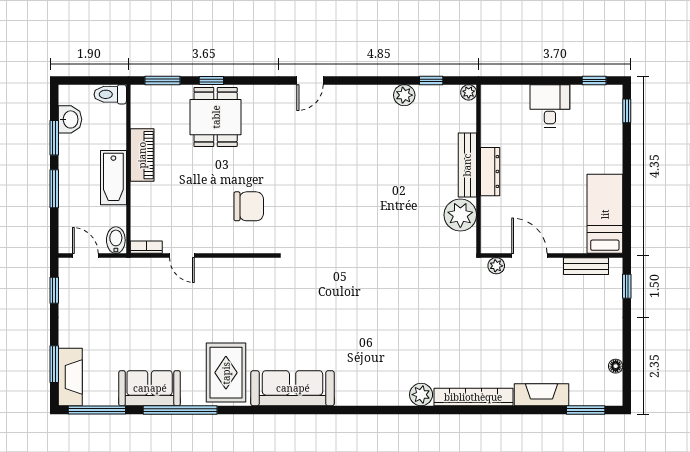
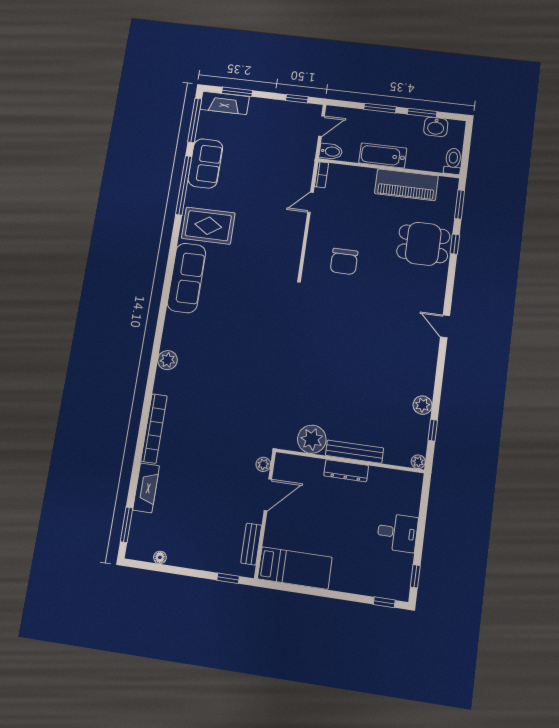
piano: (142, 155) -> (406, 185), width x1.37, depth x1.33
plant: (421, 395) -> (167, 360), moved

